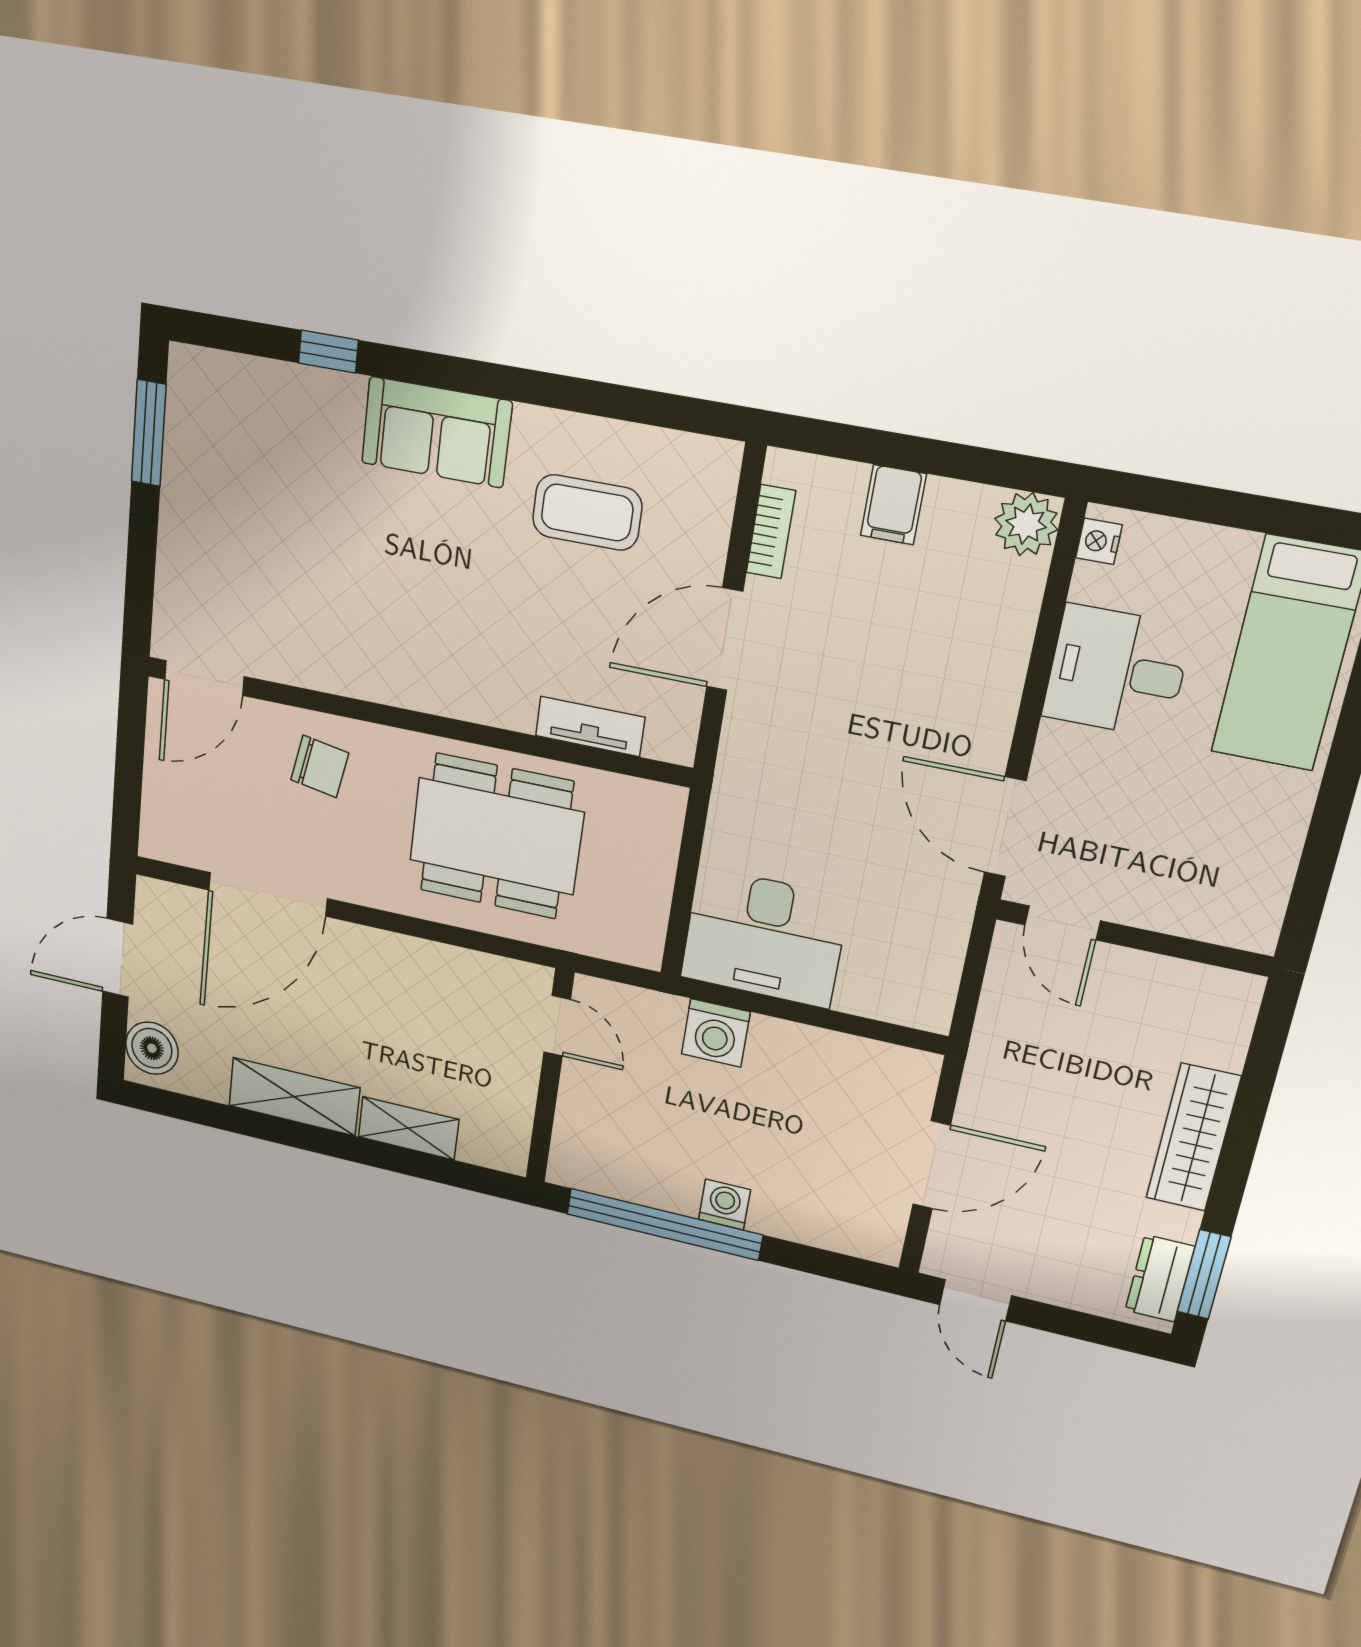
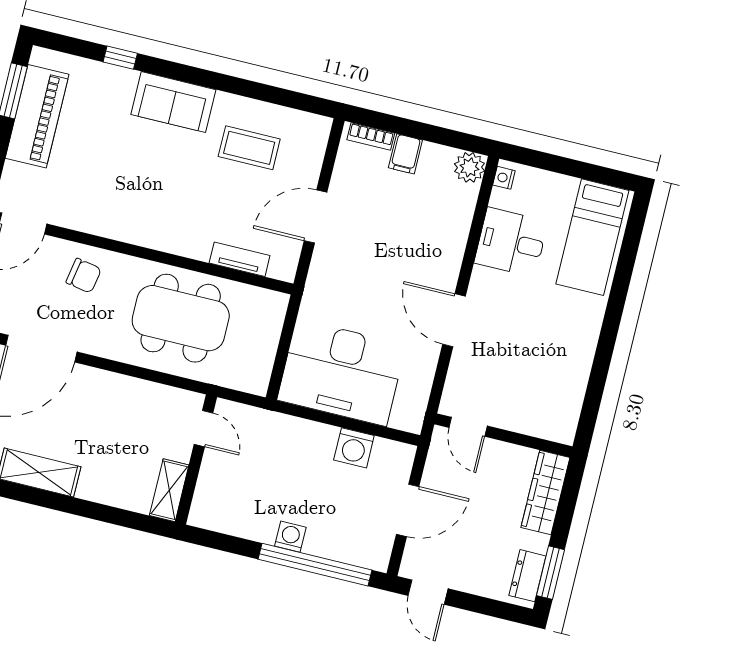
piano: (197, 478) -> (37, 116), added
bookcase: (771, 532) -> (371, 137), moved, turned 90
door: (1062, 923) -> (468, 427), moved
desk: (764, 938) -> (341, 372), width x1.36, depth x1.30
wall: (1133, 938) -> (503, 435), moved
washing machine: (716, 1033) -> (354, 448), moved
shelving: (408, 1128) -> (169, 490), moved, turned 90
window: (664, 1224) -> (315, 565), moved

